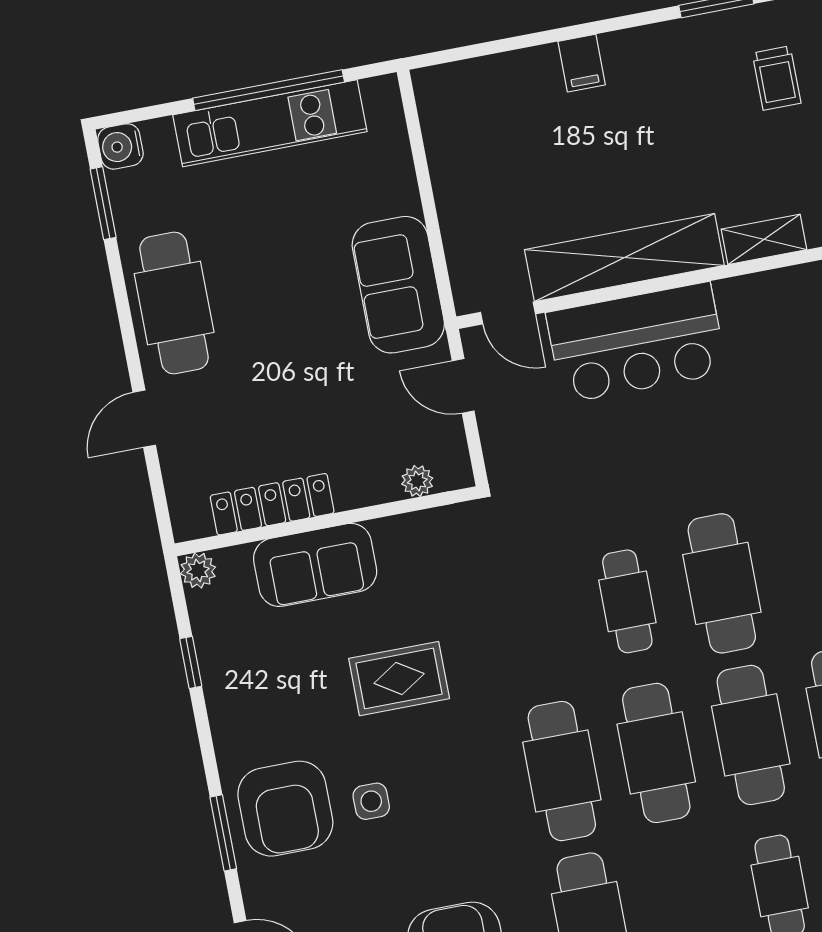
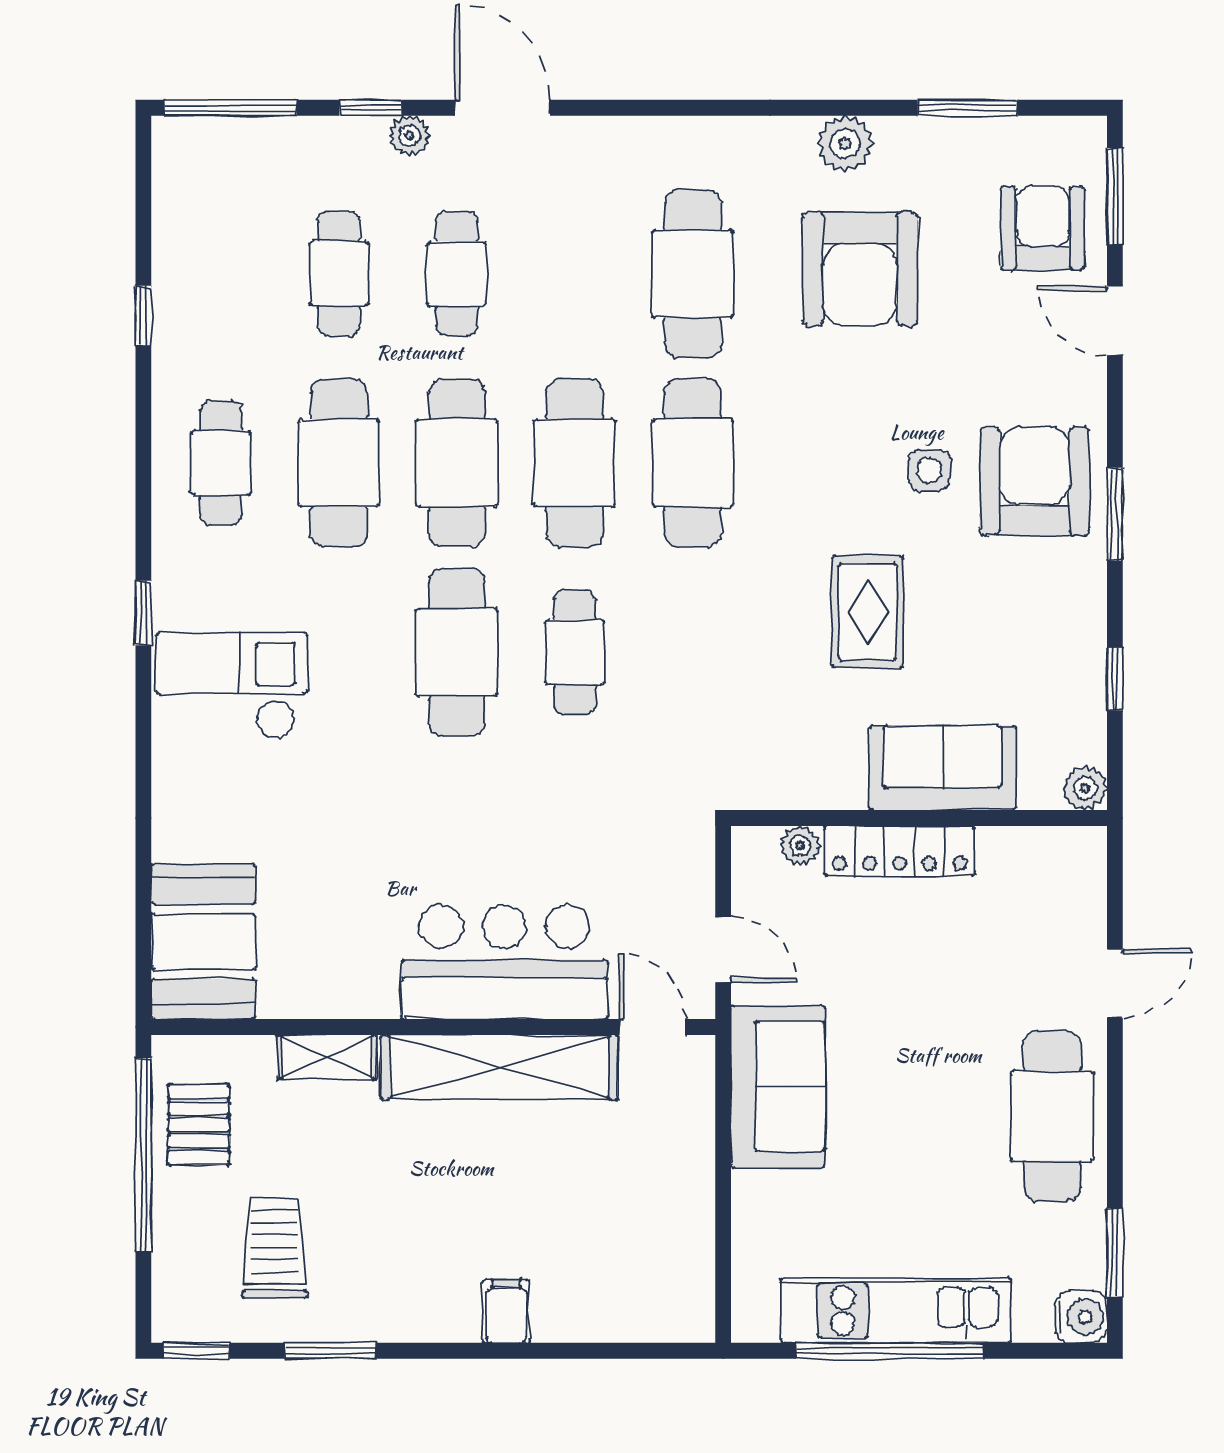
trolley: (777, 78) -> (275, 1248), width x1.36, depth x1.39
locker: (272, 504) -> (900, 851), moved
rug: (399, 679) -> (868, 612), turned 90
window: (223, 833) -> (1115, 514), moved

